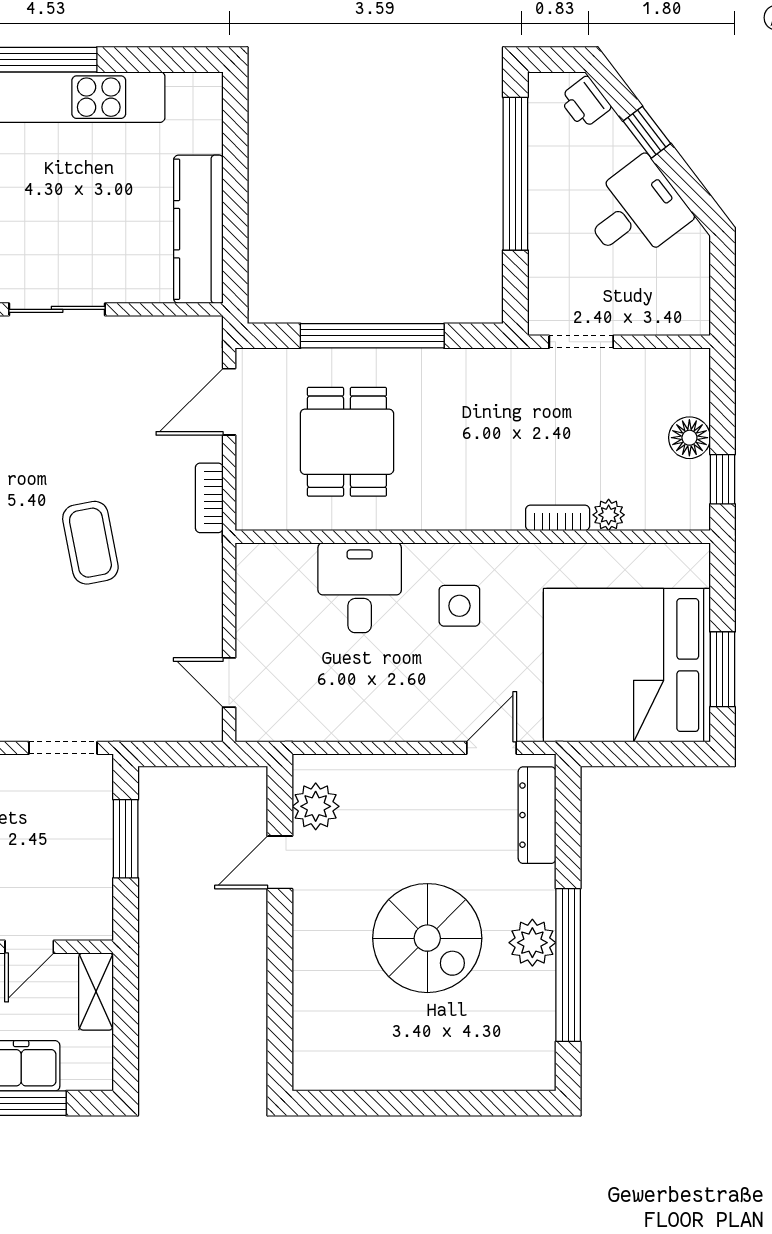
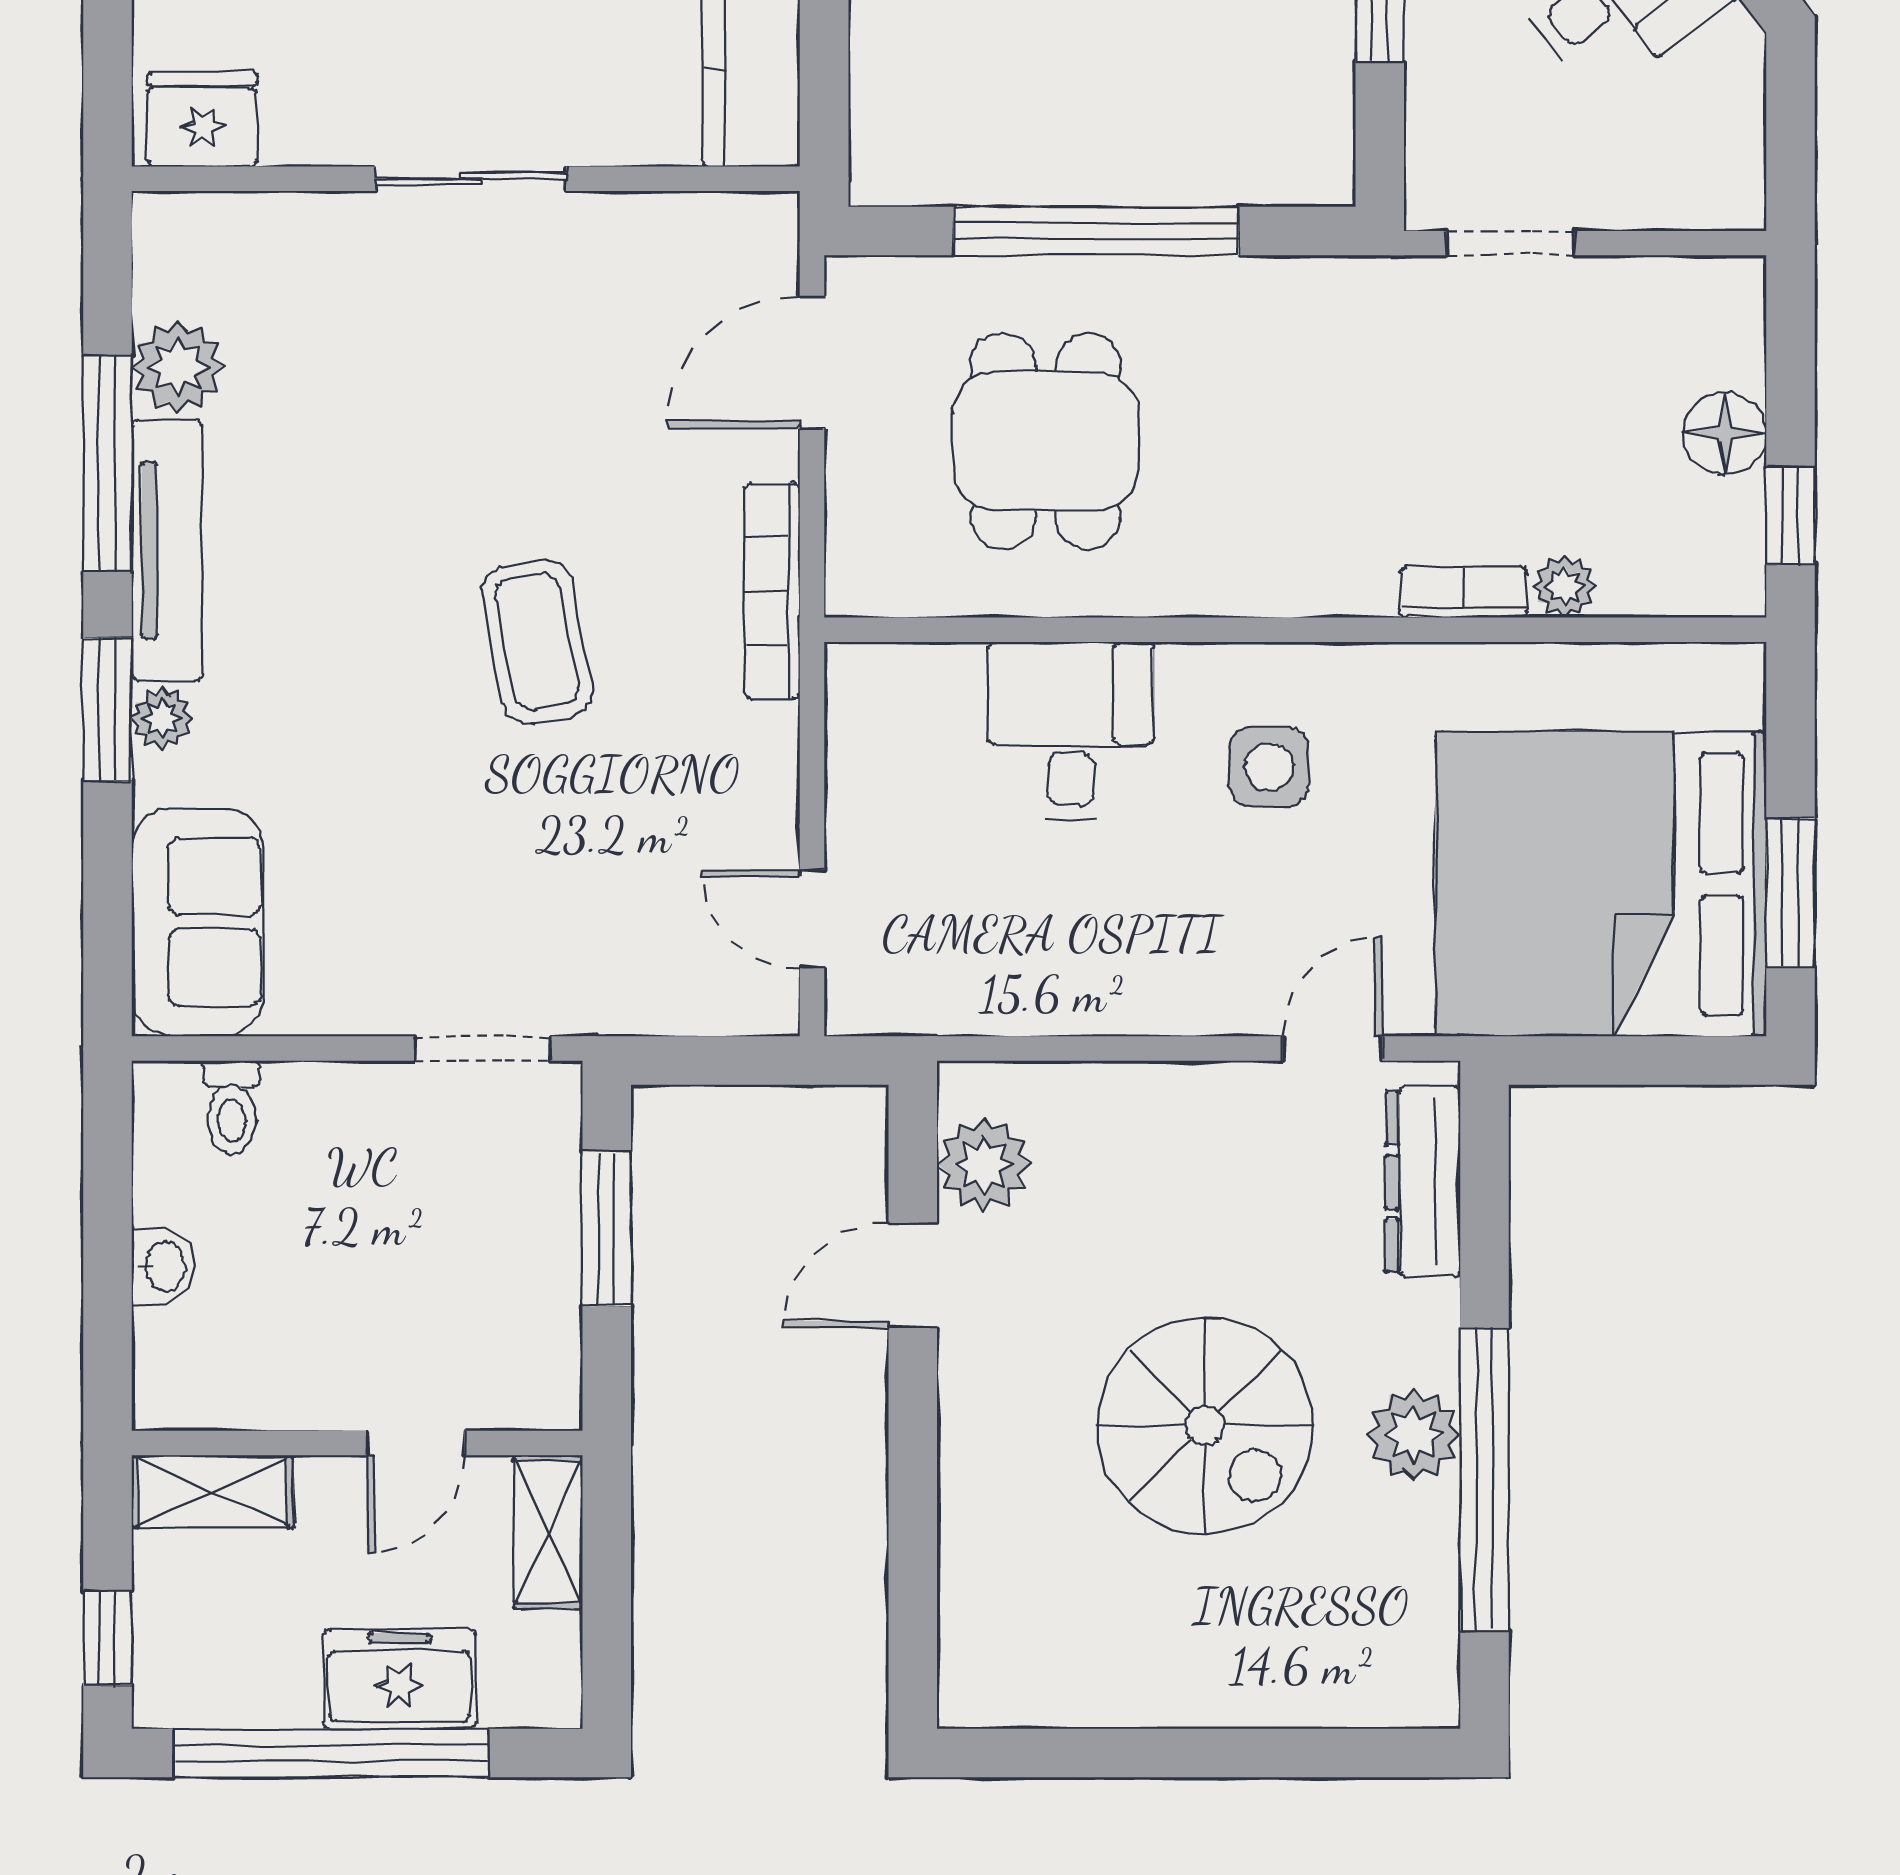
bookcase: (209, 498) -> (772, 591), width x1.56

